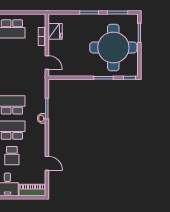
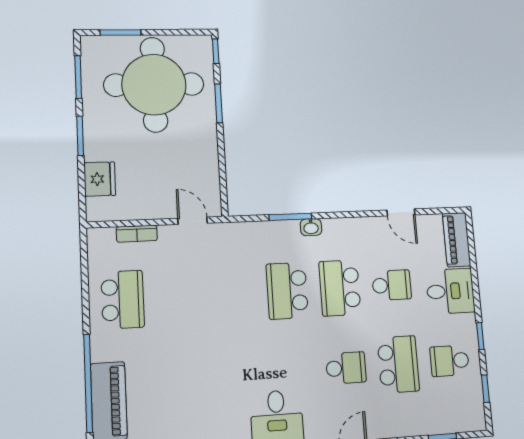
fridge: (55, 31) -> (100, 179), moved, turned 90
door: (47, 62) -> (193, 221), hinge flipped
door: (47, 163) -> (401, 212), swing flipped

